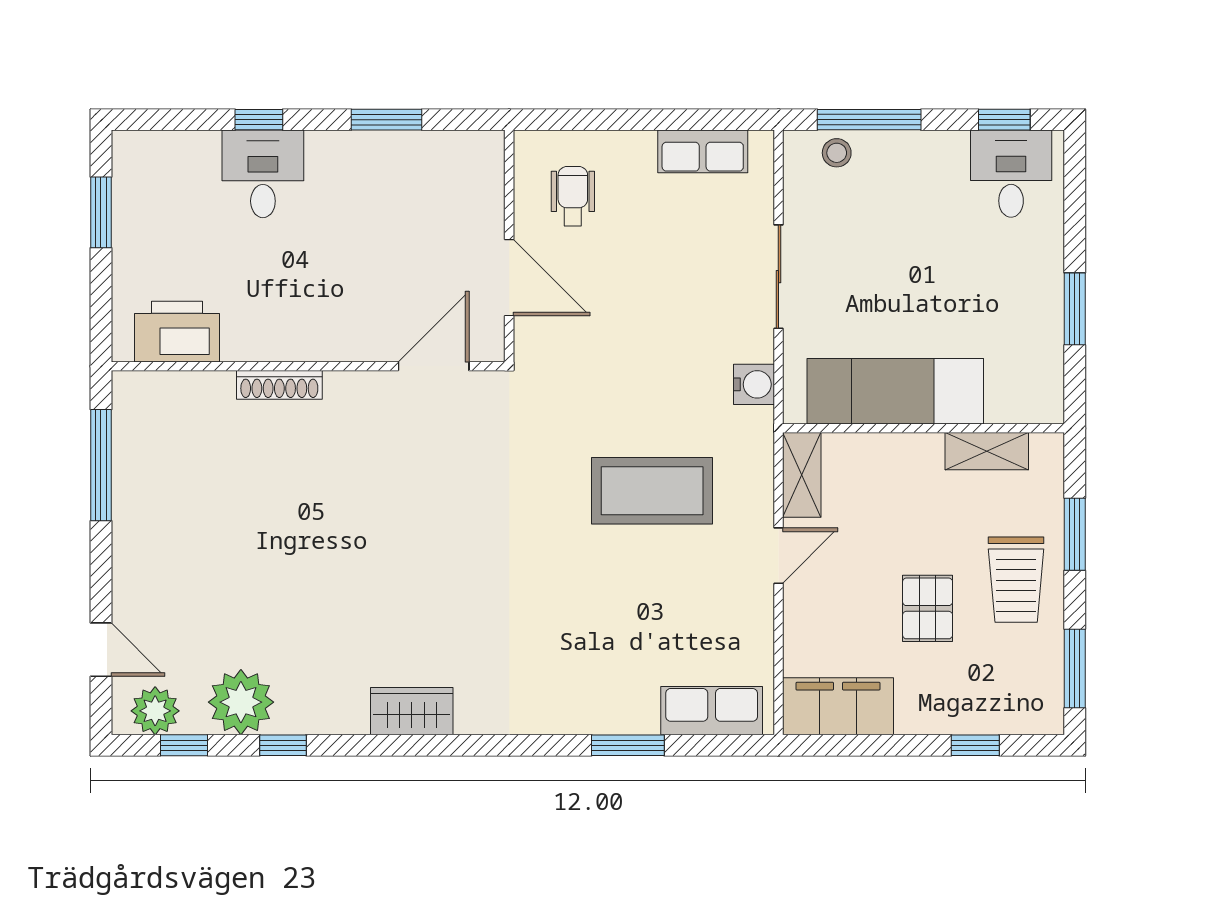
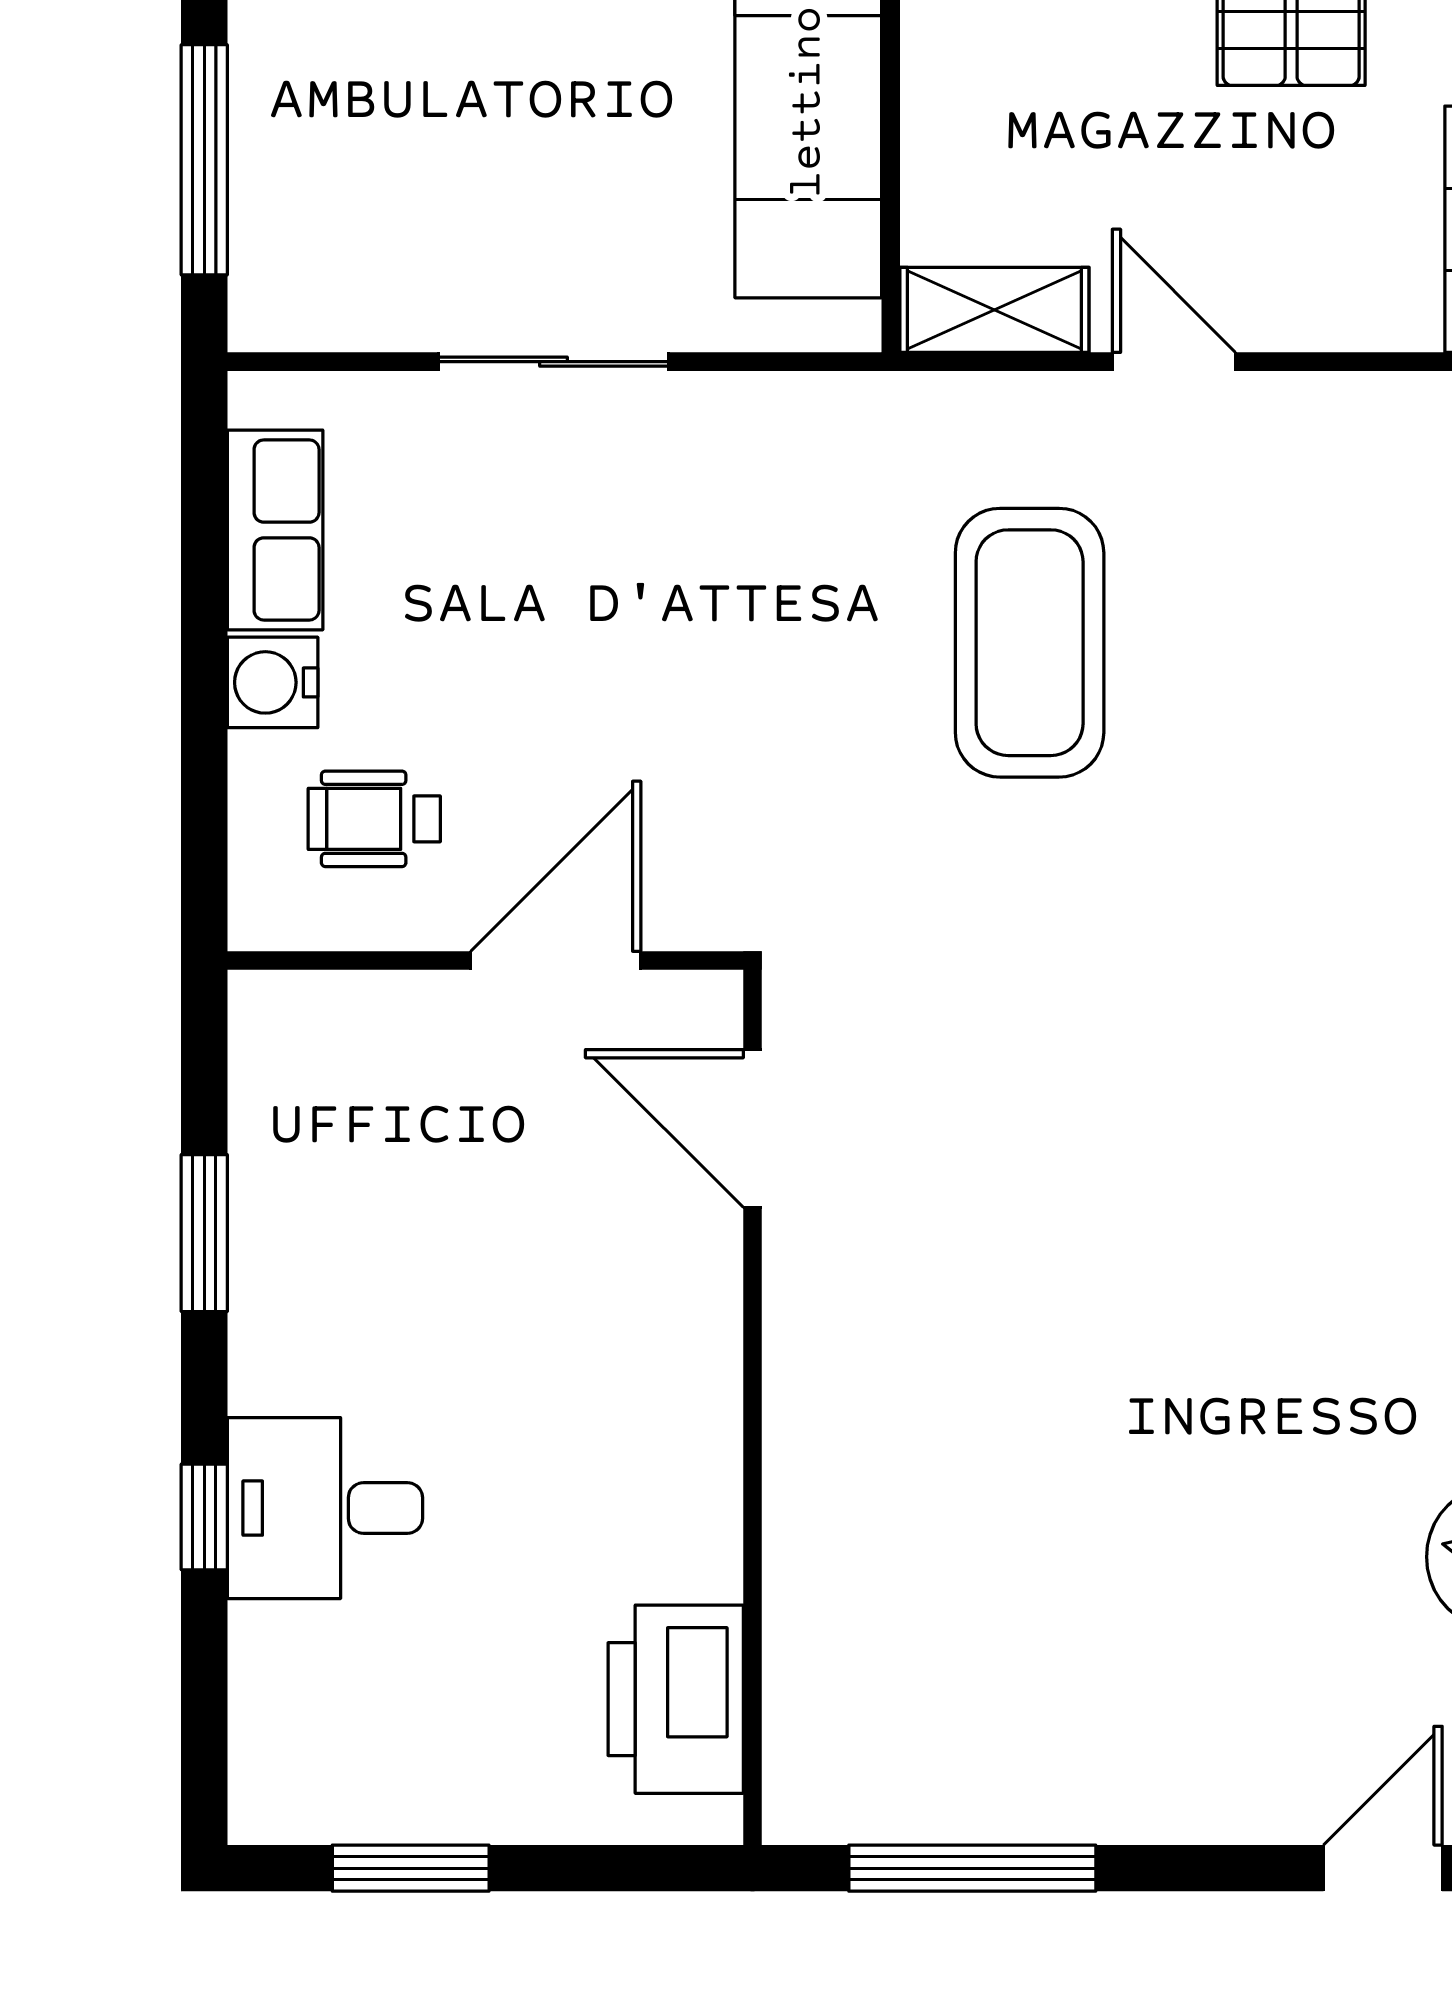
stool: (837, 153) -> (278, 232), removed
water cooler: (754, 384) -> (273, 682), moved, turned -90
shoe rack: (279, 385) -> (794, 1471), removed

